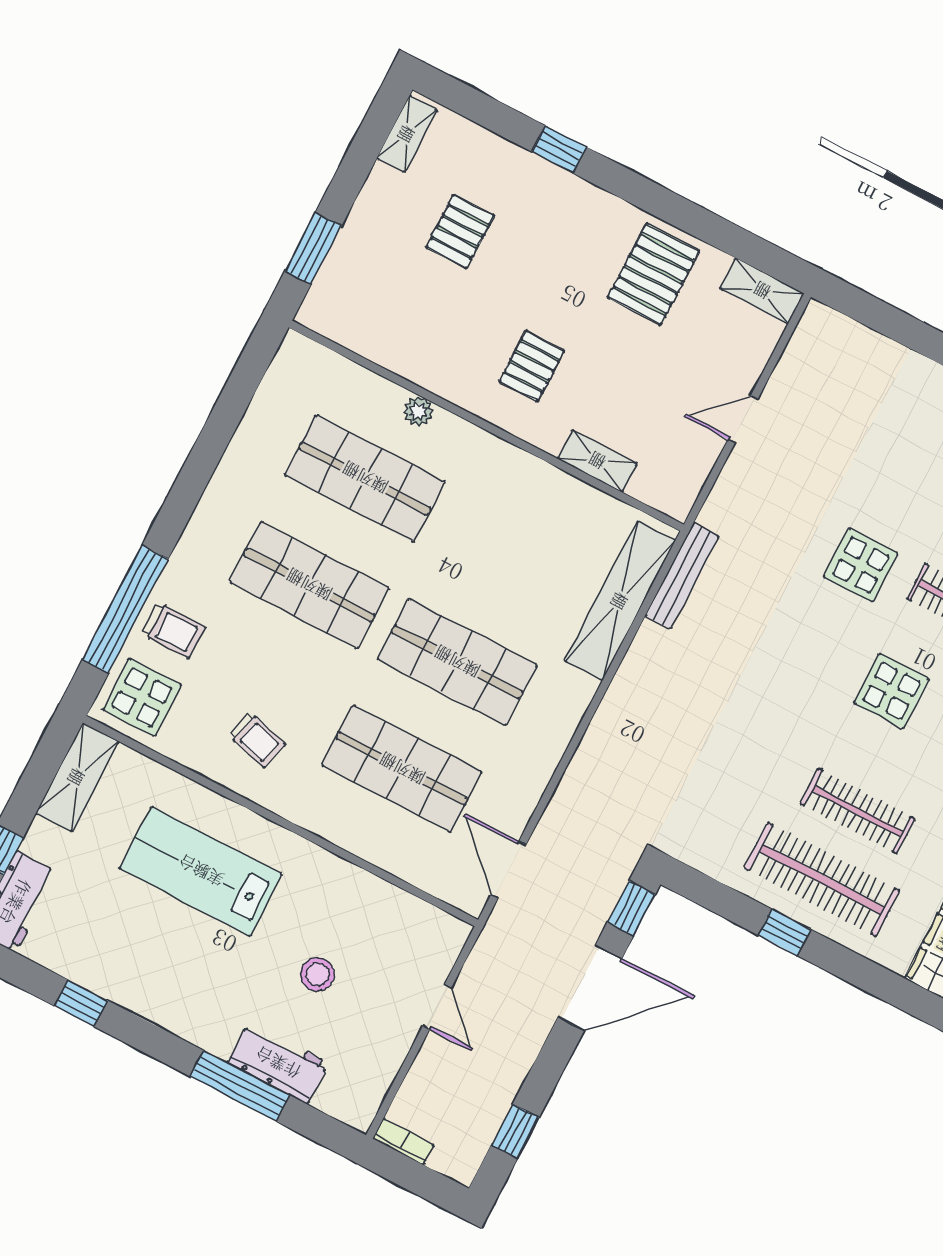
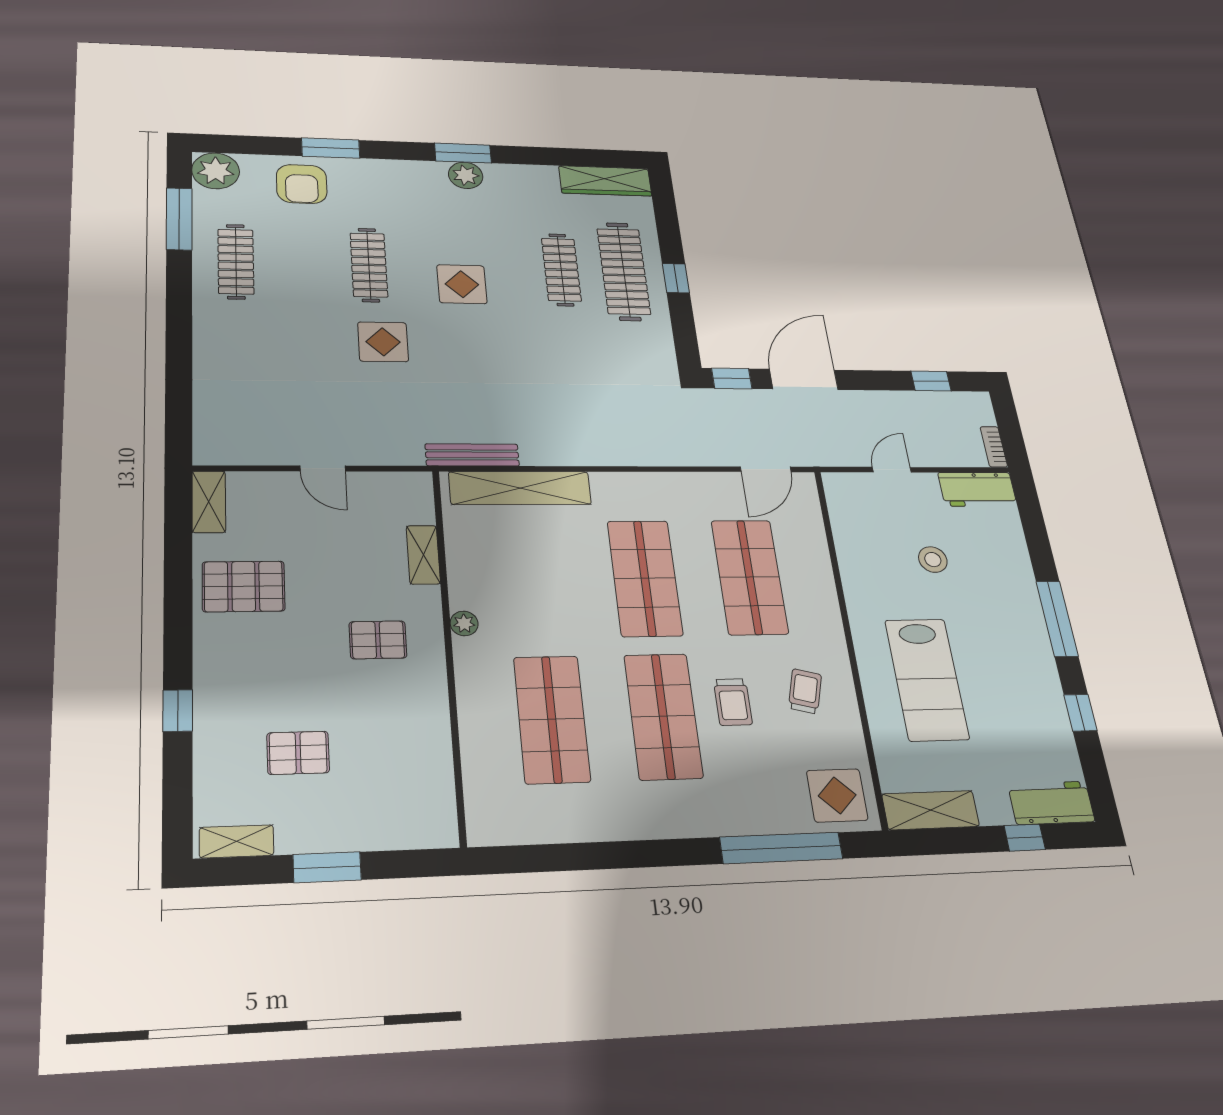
window: (313, 248) -> (327, 867), moved
plant: (418, 411) -> (464, 623), moved
trolley: (173, 630) -> (733, 702), moved, turned 180
door: (590, 988) -> (804, 379), hinge flipped
workbench: (278, 1063) -> (977, 489), moved, turned -90
window: (240, 1086) -> (1057, 619), moved

